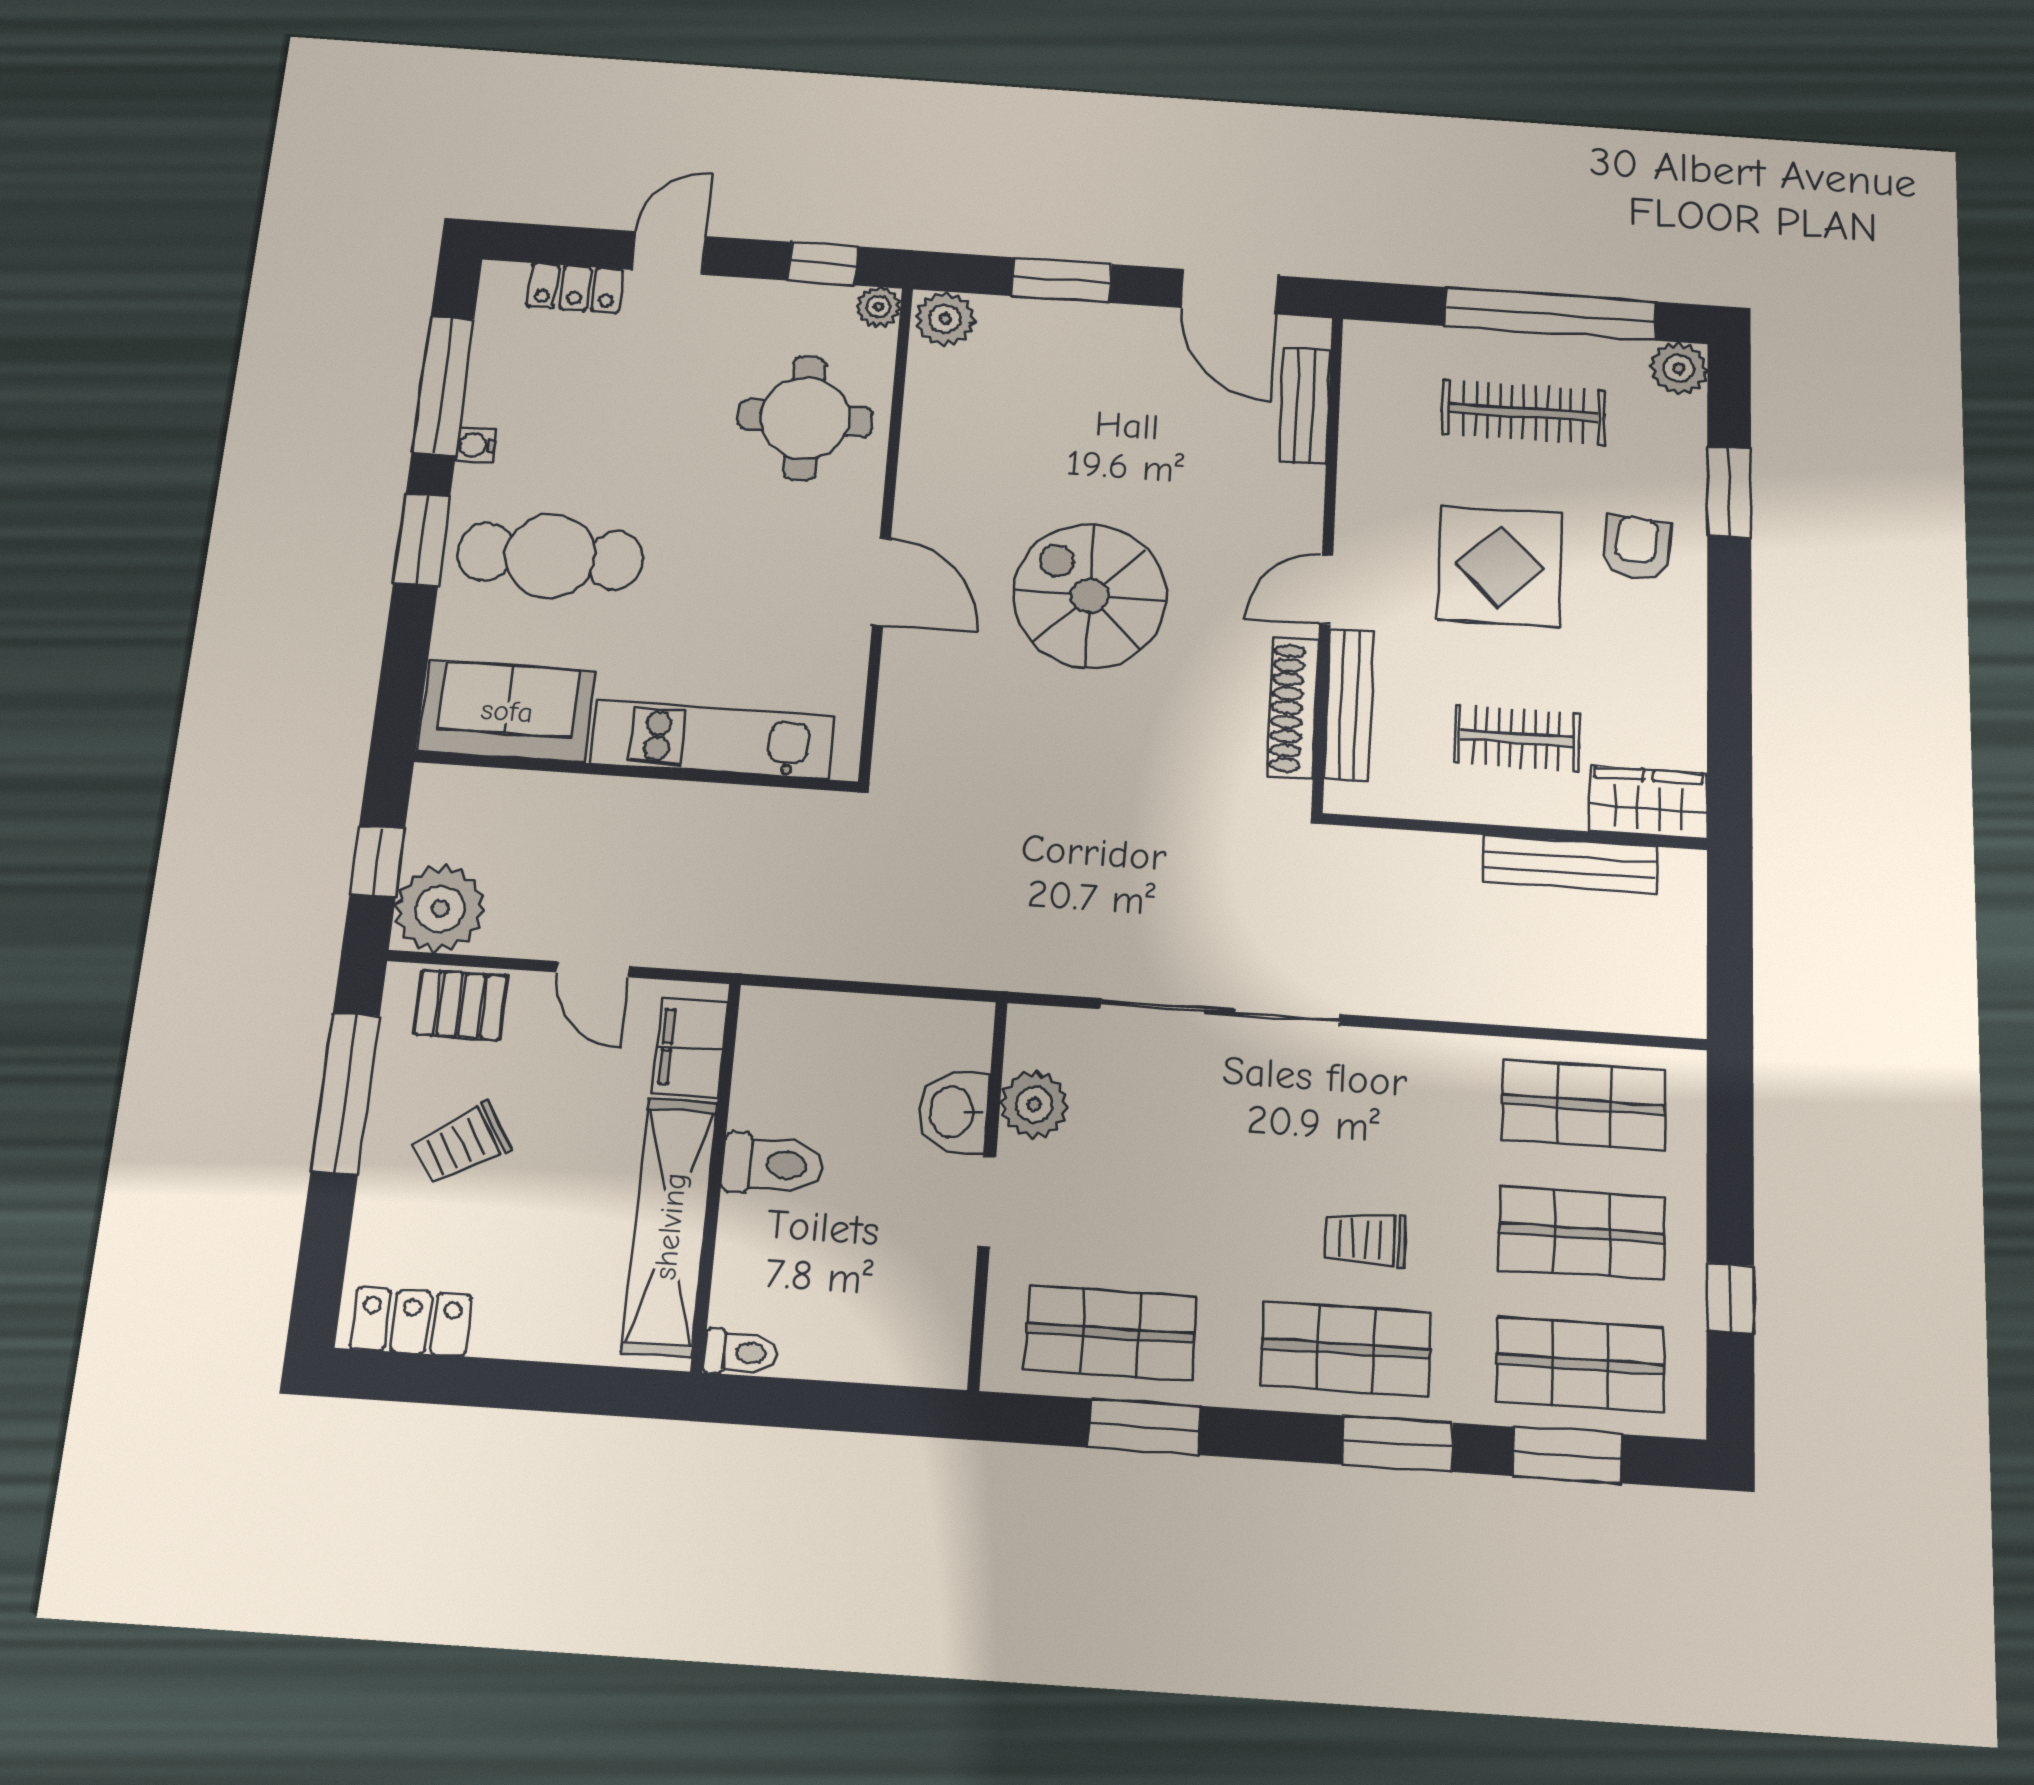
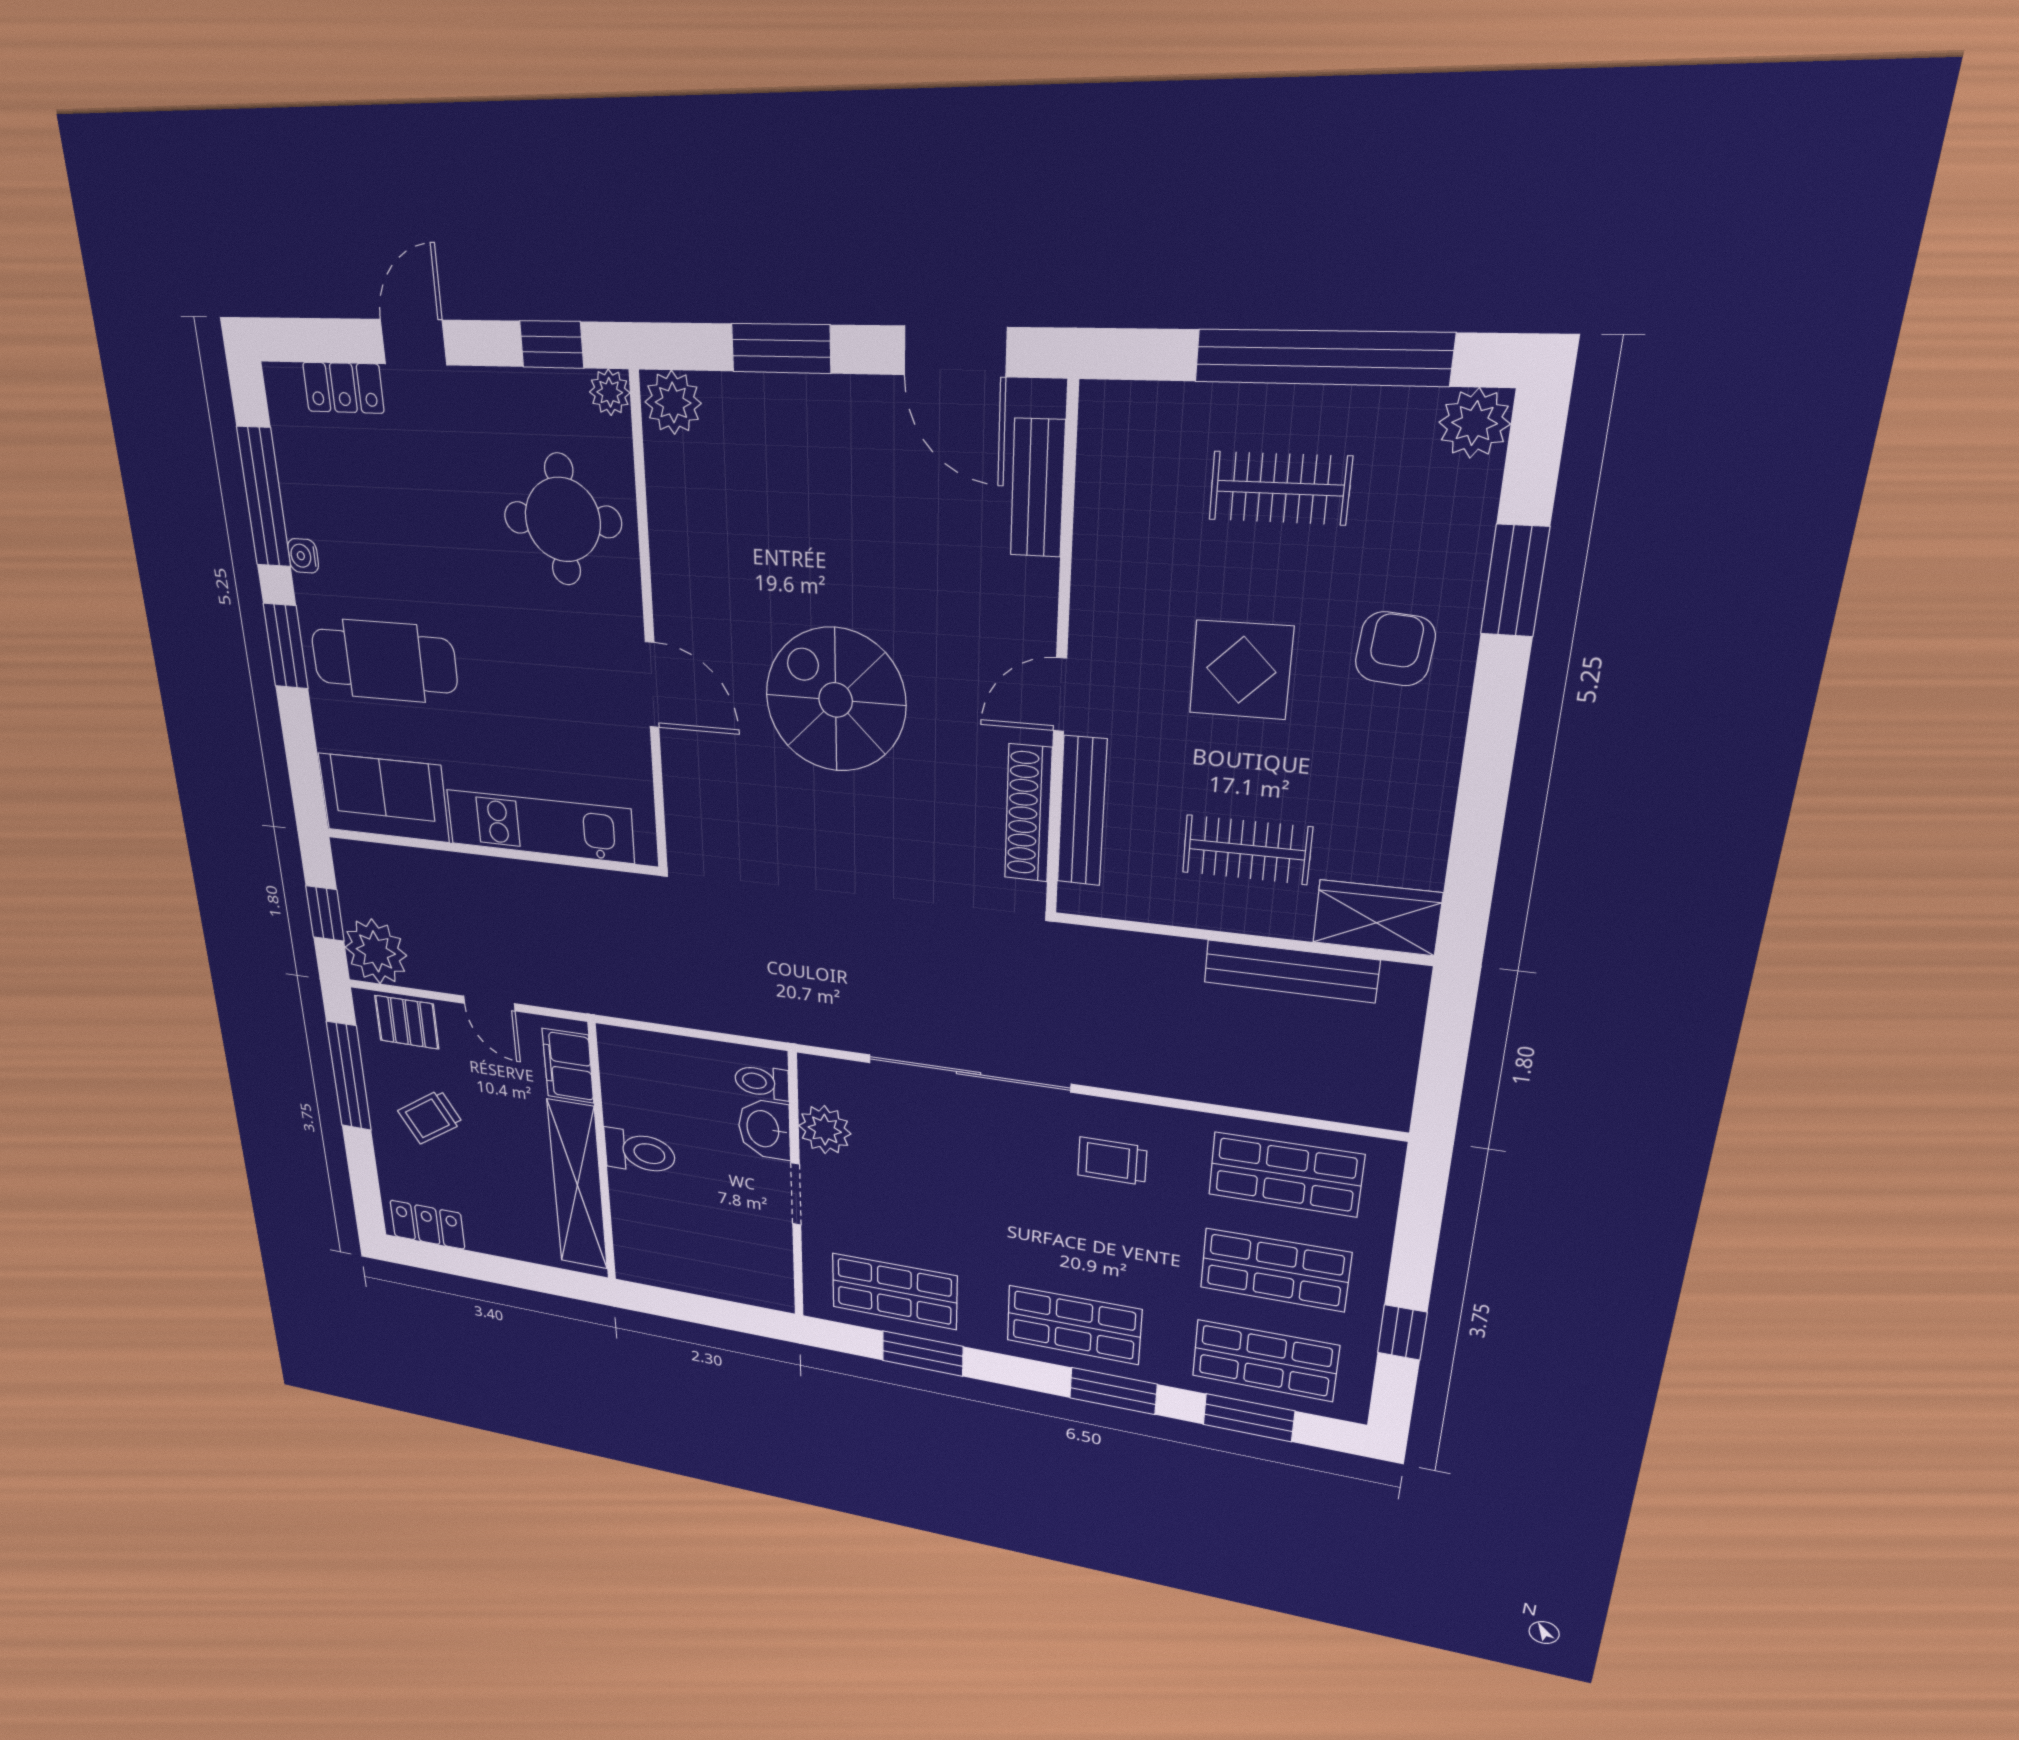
clothes rail: (1524, 412) -> (1280, 488), width x0.73
display table: (1500, 566) -> (1241, 670), width x0.73, depth x0.73
trolley: (1365, 1240) -> (1112, 1161), moved
toilet: (741, 1352) -> (762, 1082), moved, turned 180

